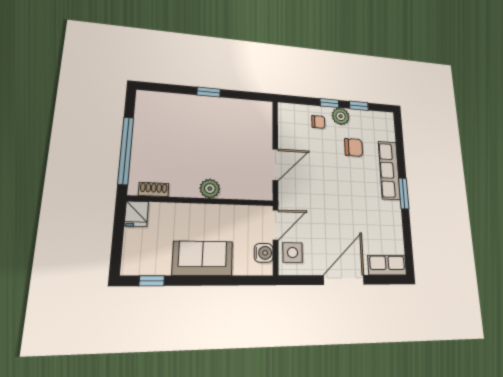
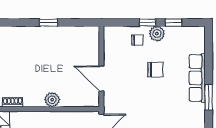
chair: (354, 147) -> (155, 70), moved
door: (275, 165) -> (101, 78), swing flipped

